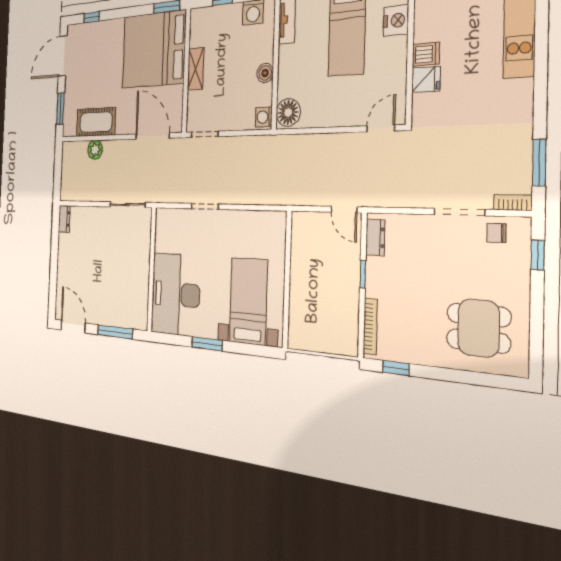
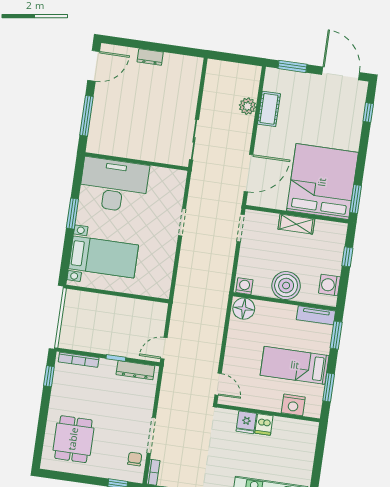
boiler: (265, 73) -> (286, 286), width x1.86, depth x1.86
cot: (96, 122) -> (269, 109), width x0.73, depth x0.75
dresser: (64, 219) -> (150, 57), moved
dresser: (375, 237) -> (135, 370), width x1.44

